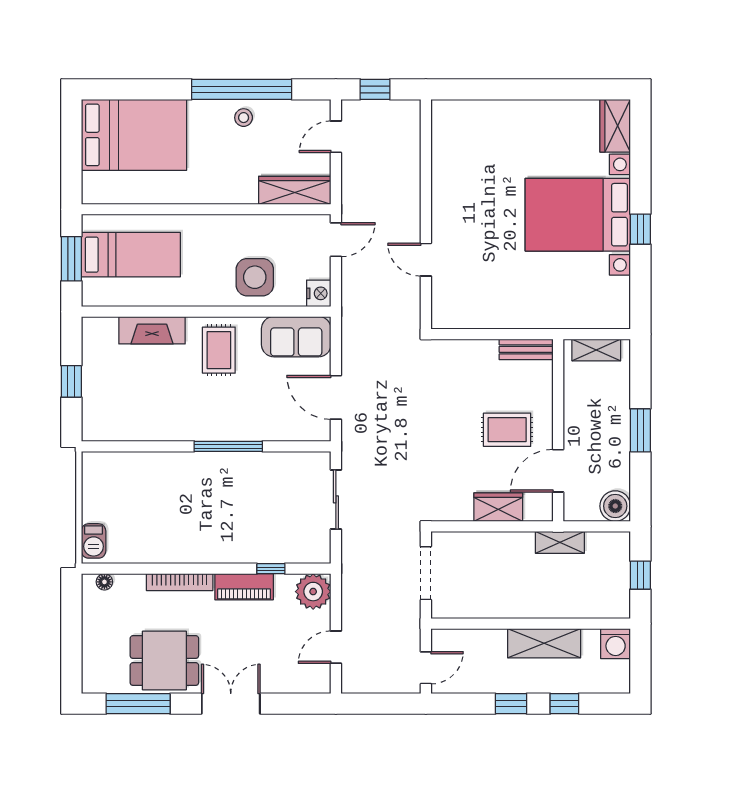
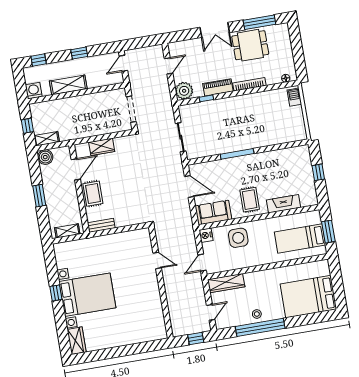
rug: (507, 430) -> (93, 194), moved, turned 90
shelving: (560, 542) -> (47, 139), moved
window: (564, 704) -> (39, 60), moved

